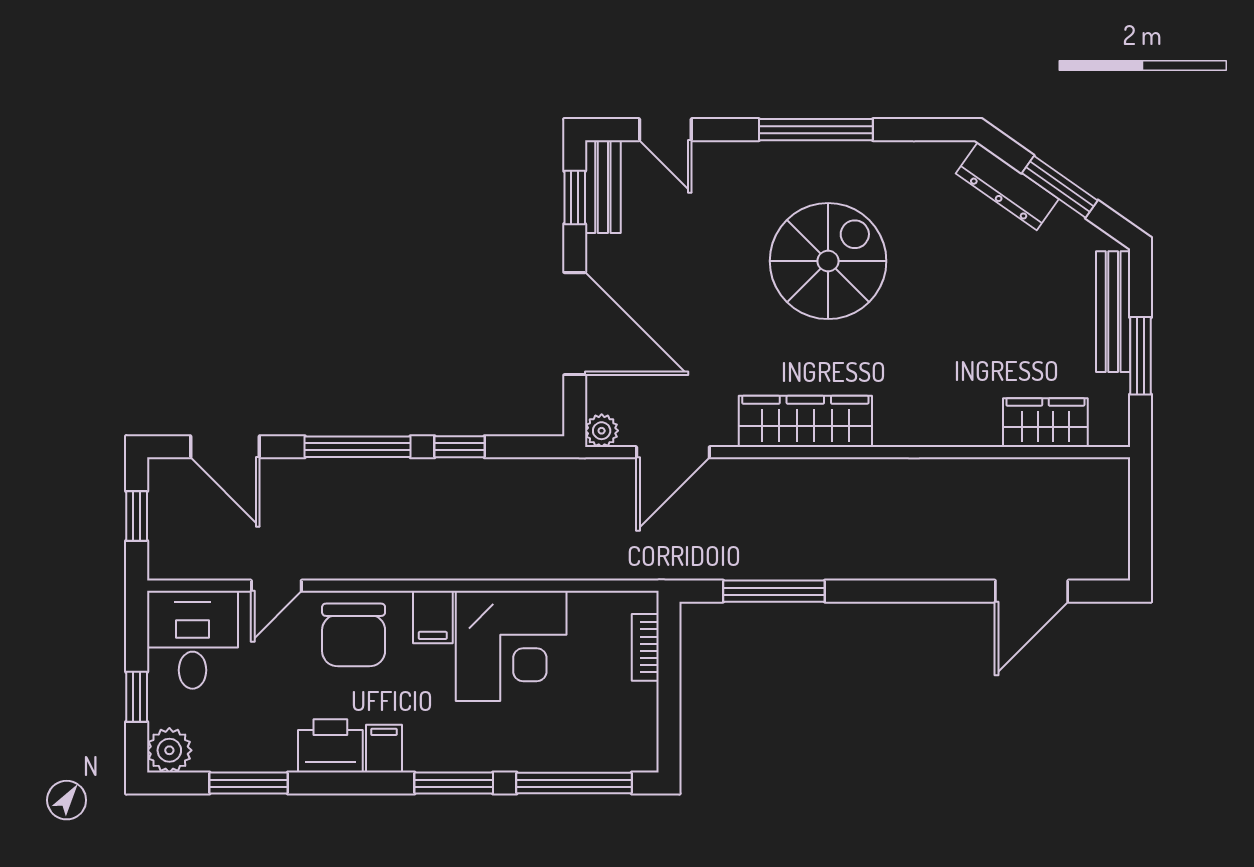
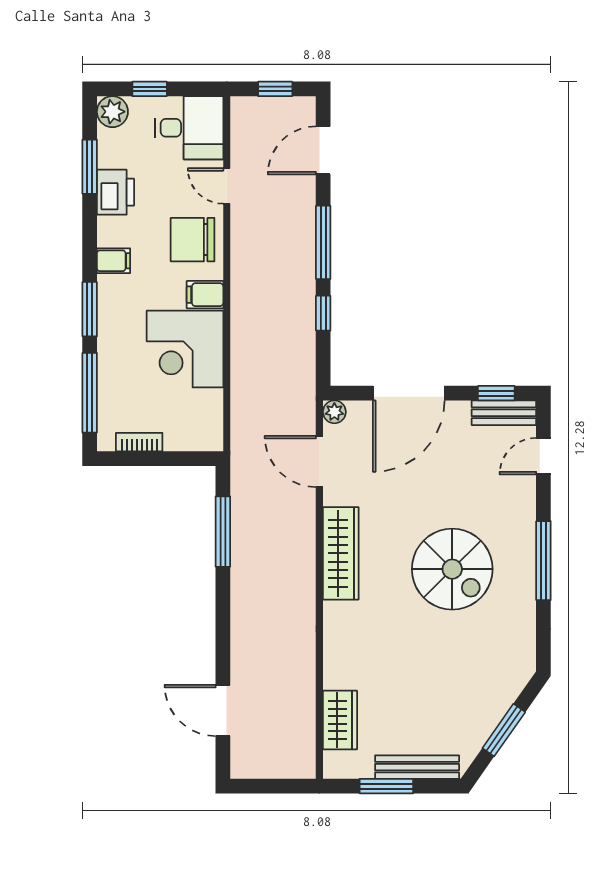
dresser: (1007, 186) -> (504, 694), removed
bookcase: (645, 647) -> (139, 442), moved
printer: (330, 746) -> (115, 192), moved

